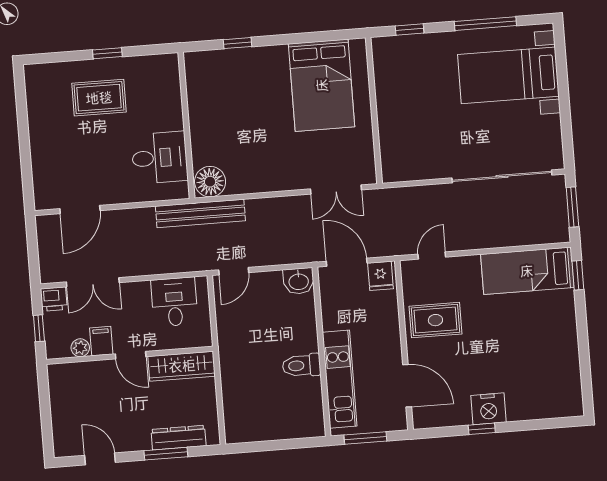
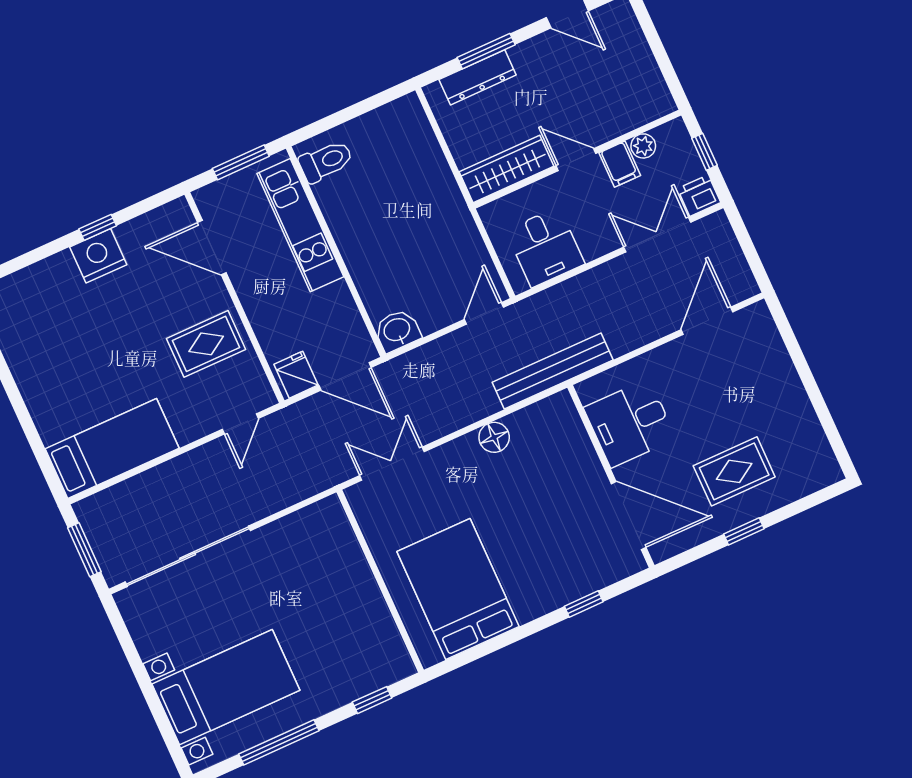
door: (184, 93) -> (629, 516), added
floor lamp: (210, 182) -> (494, 437), moved, width x0.73, depth x0.73
window: (578, 275) -> (46, 466), removed
toilet: (301, 365) -> (326, 161), moved

